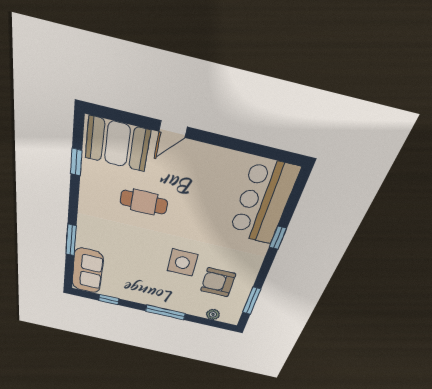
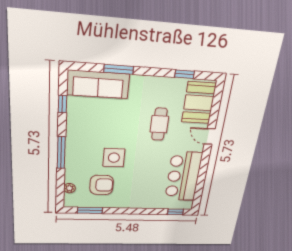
bar counter: (263, 202) -> (183, 176), moved, turned -90
window: (278, 238) -> (176, 212), moved
sofa: (87, 271) -> (98, 84), width x1.36
armchair: (218, 282) -> (102, 185), turned 90

